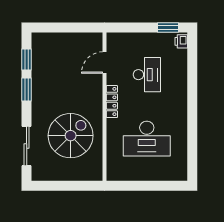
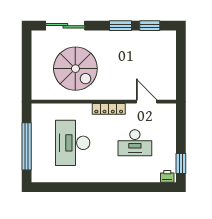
window: (150, 186) -> (27, 146), added

